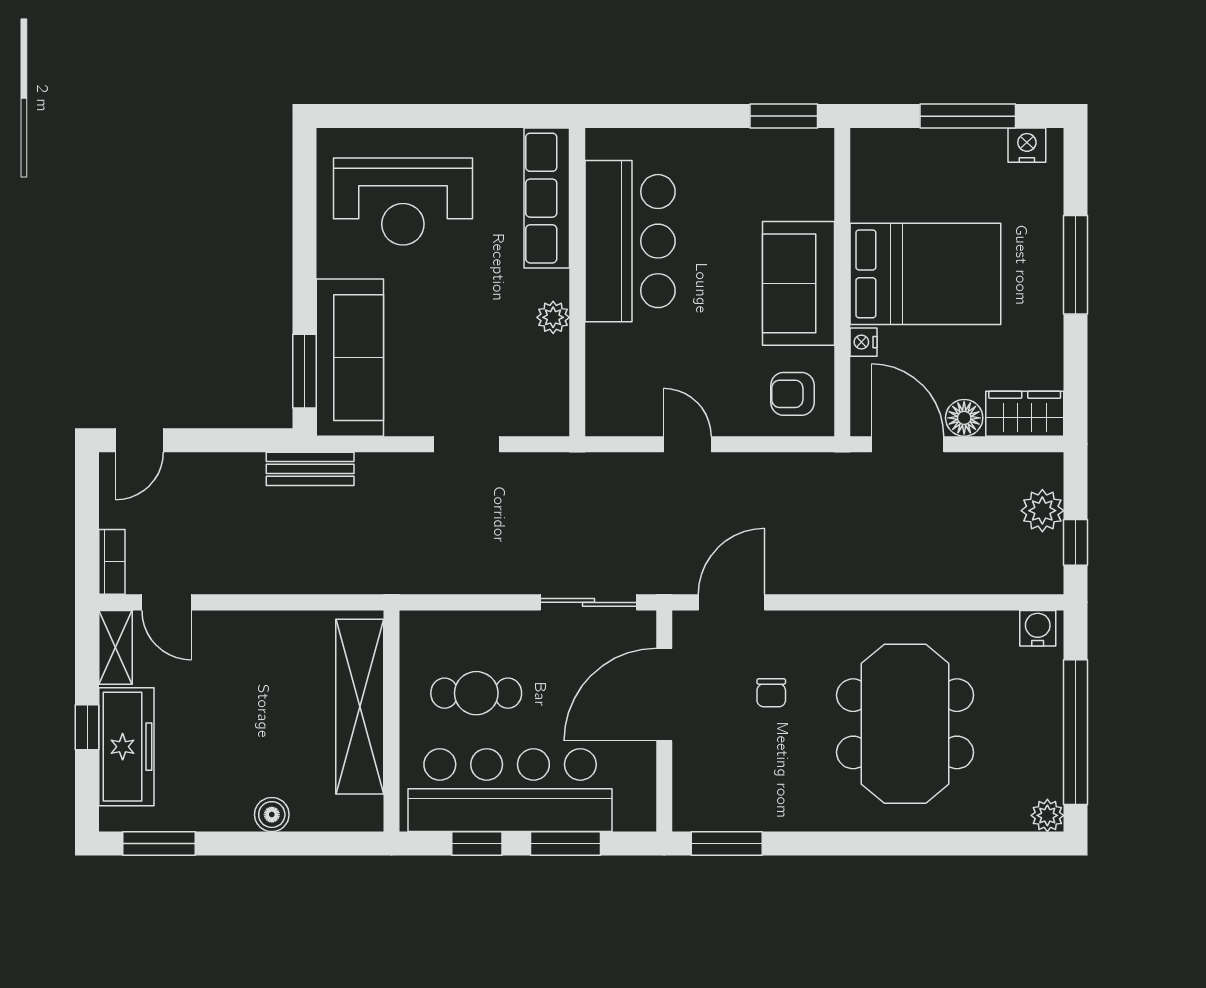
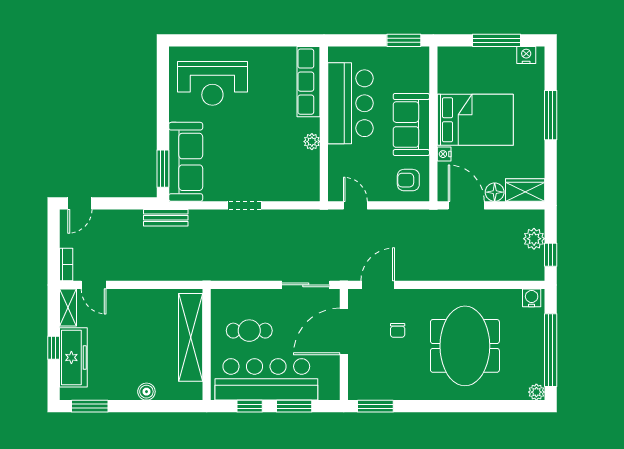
row of seats: (547, 198) -> (309, 82), moved
bar counter: (630, 241) -> (351, 103), moved
wall: (577, 282) -> (324, 124), moved
plant: (553, 317) -> (312, 142), moved

